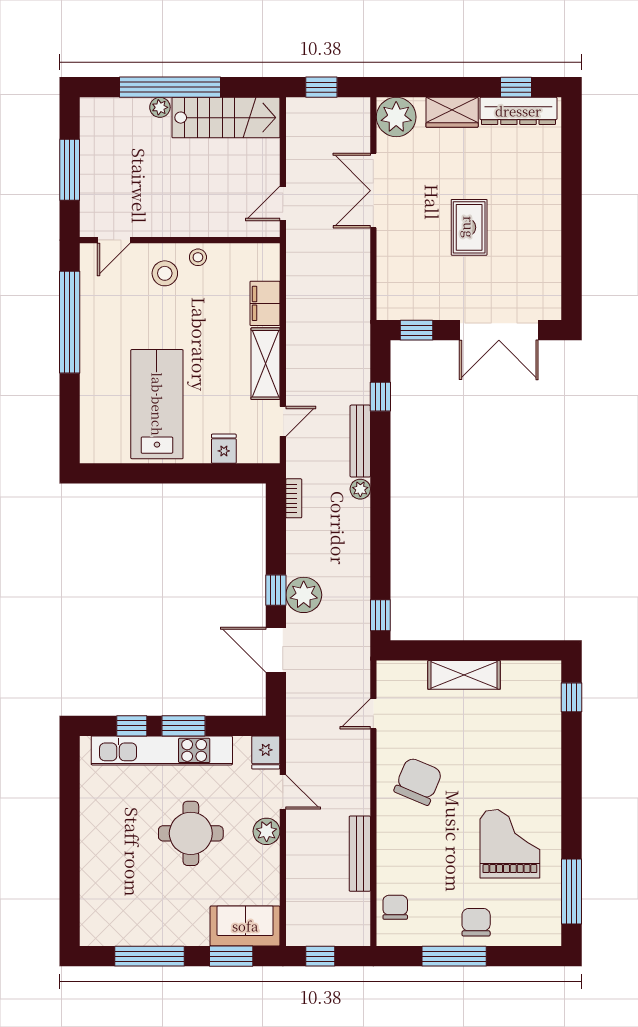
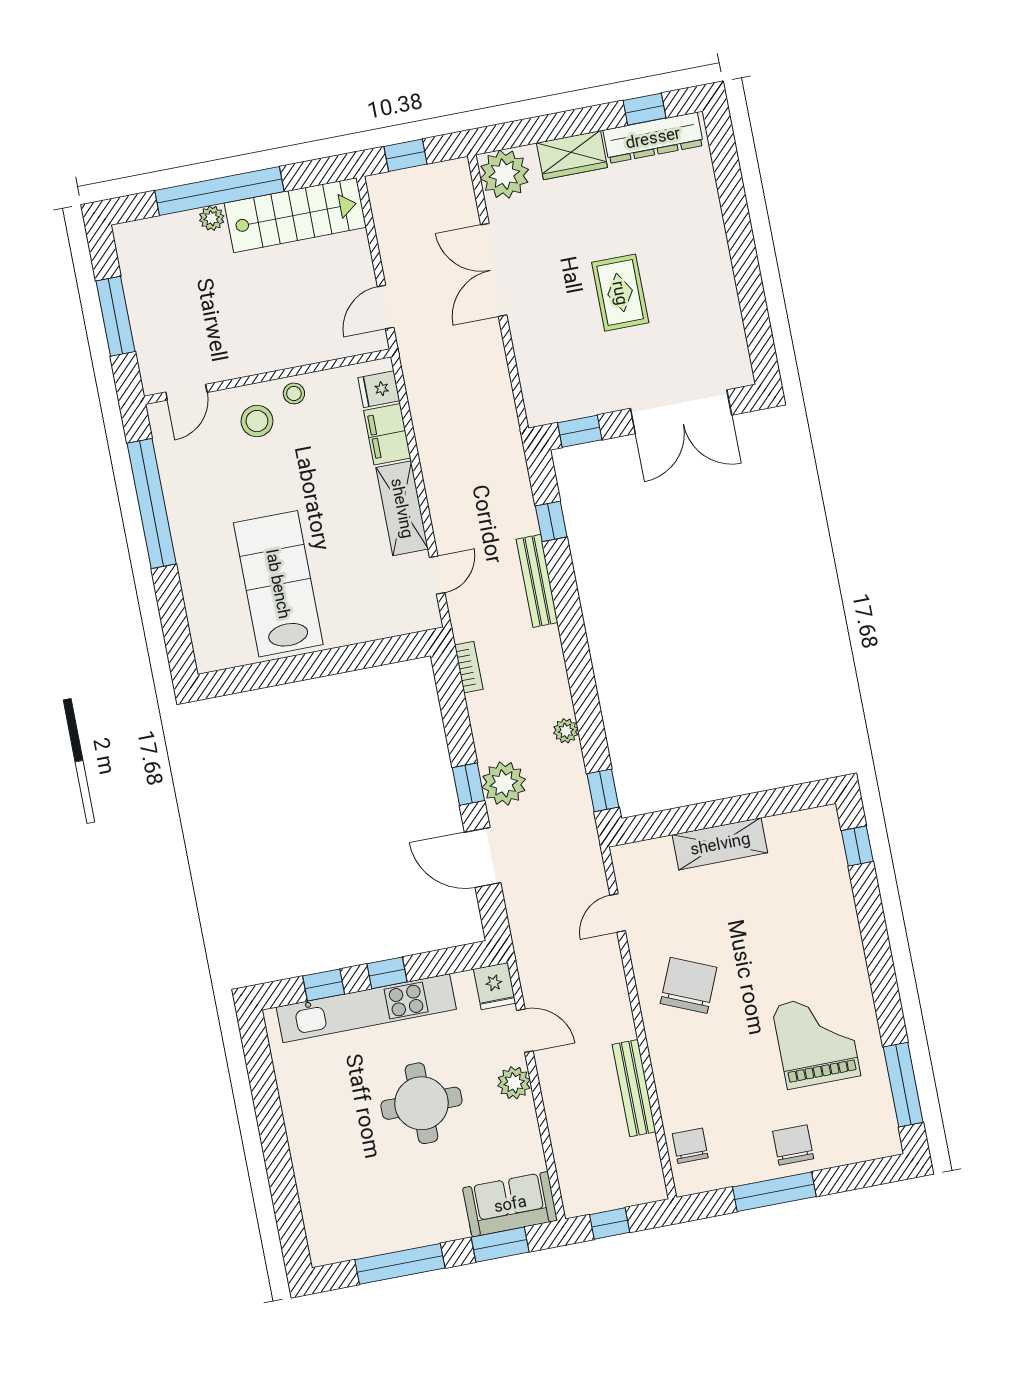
fridge: (224, 449) -> (379, 389), moved, turned -90
plant: (360, 489) -> (566, 731), moved
window: (183, 726) -> (387, 973), width x0.67

